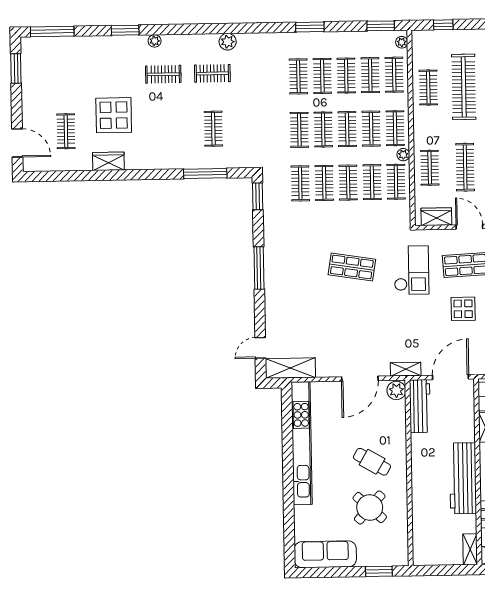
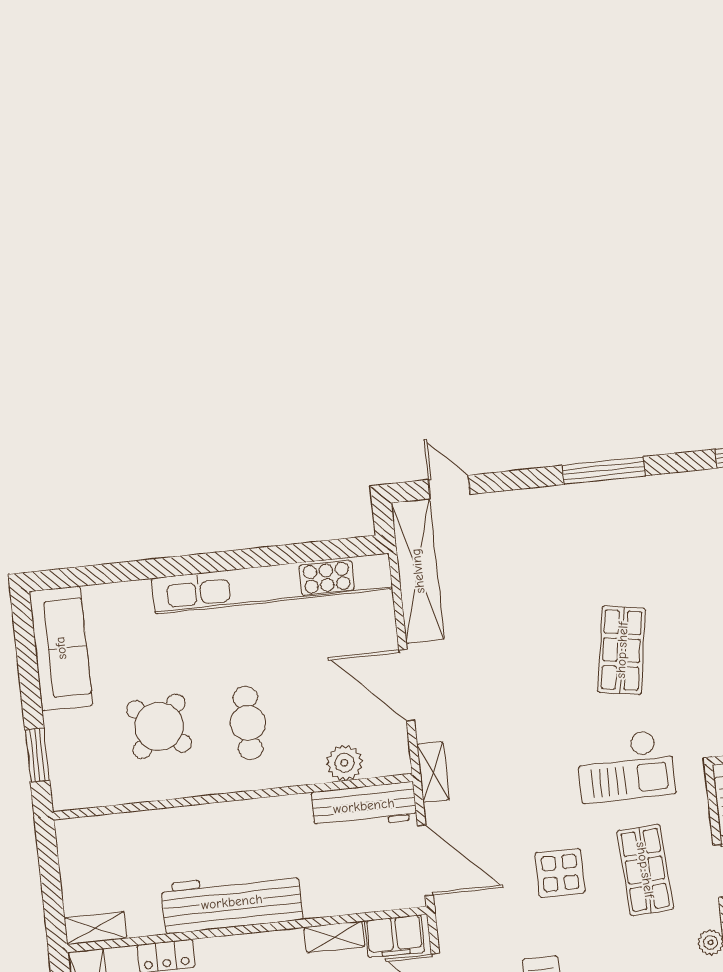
shelving: (290, 368) -> (418, 571), width x1.47
plant: (396, 390) -> (344, 763), moved
cafe table: (372, 462) -> (248, 723), turned -30

